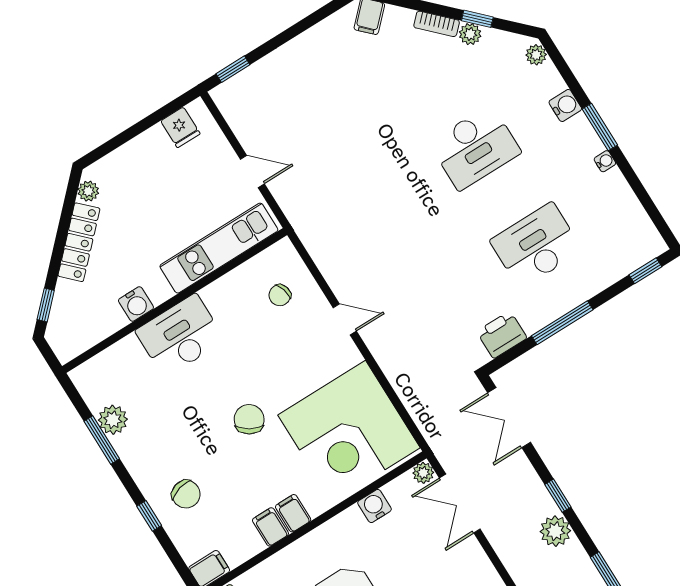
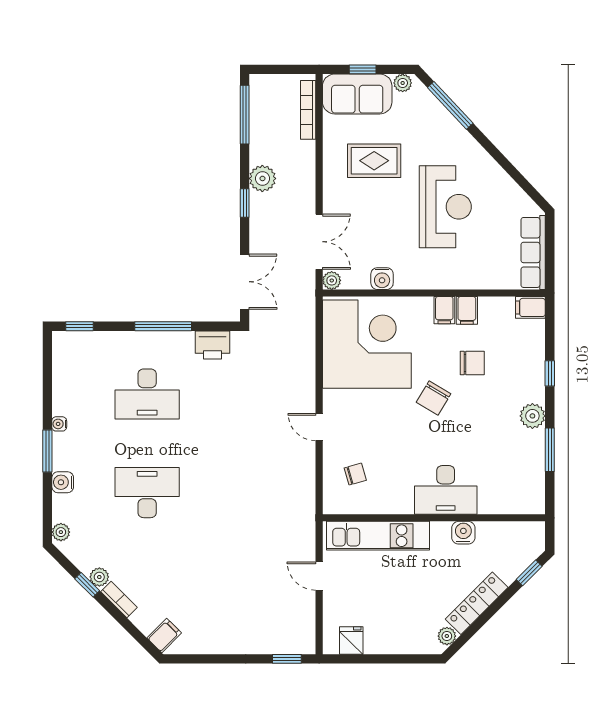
plant: (113, 420) -> (532, 416), moved
chair: (186, 494) -> (472, 363), moved, turned 105

